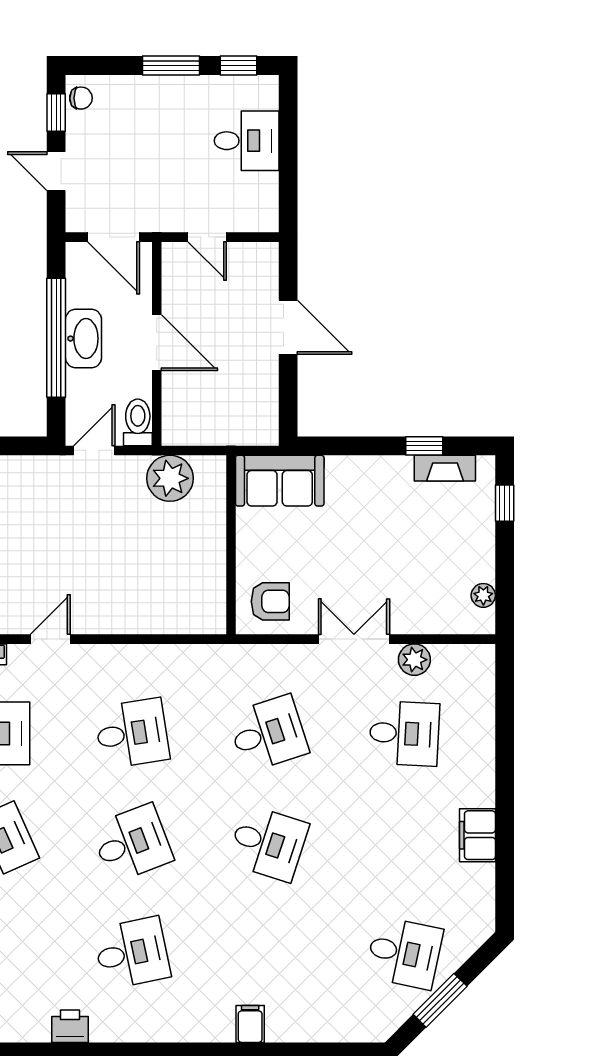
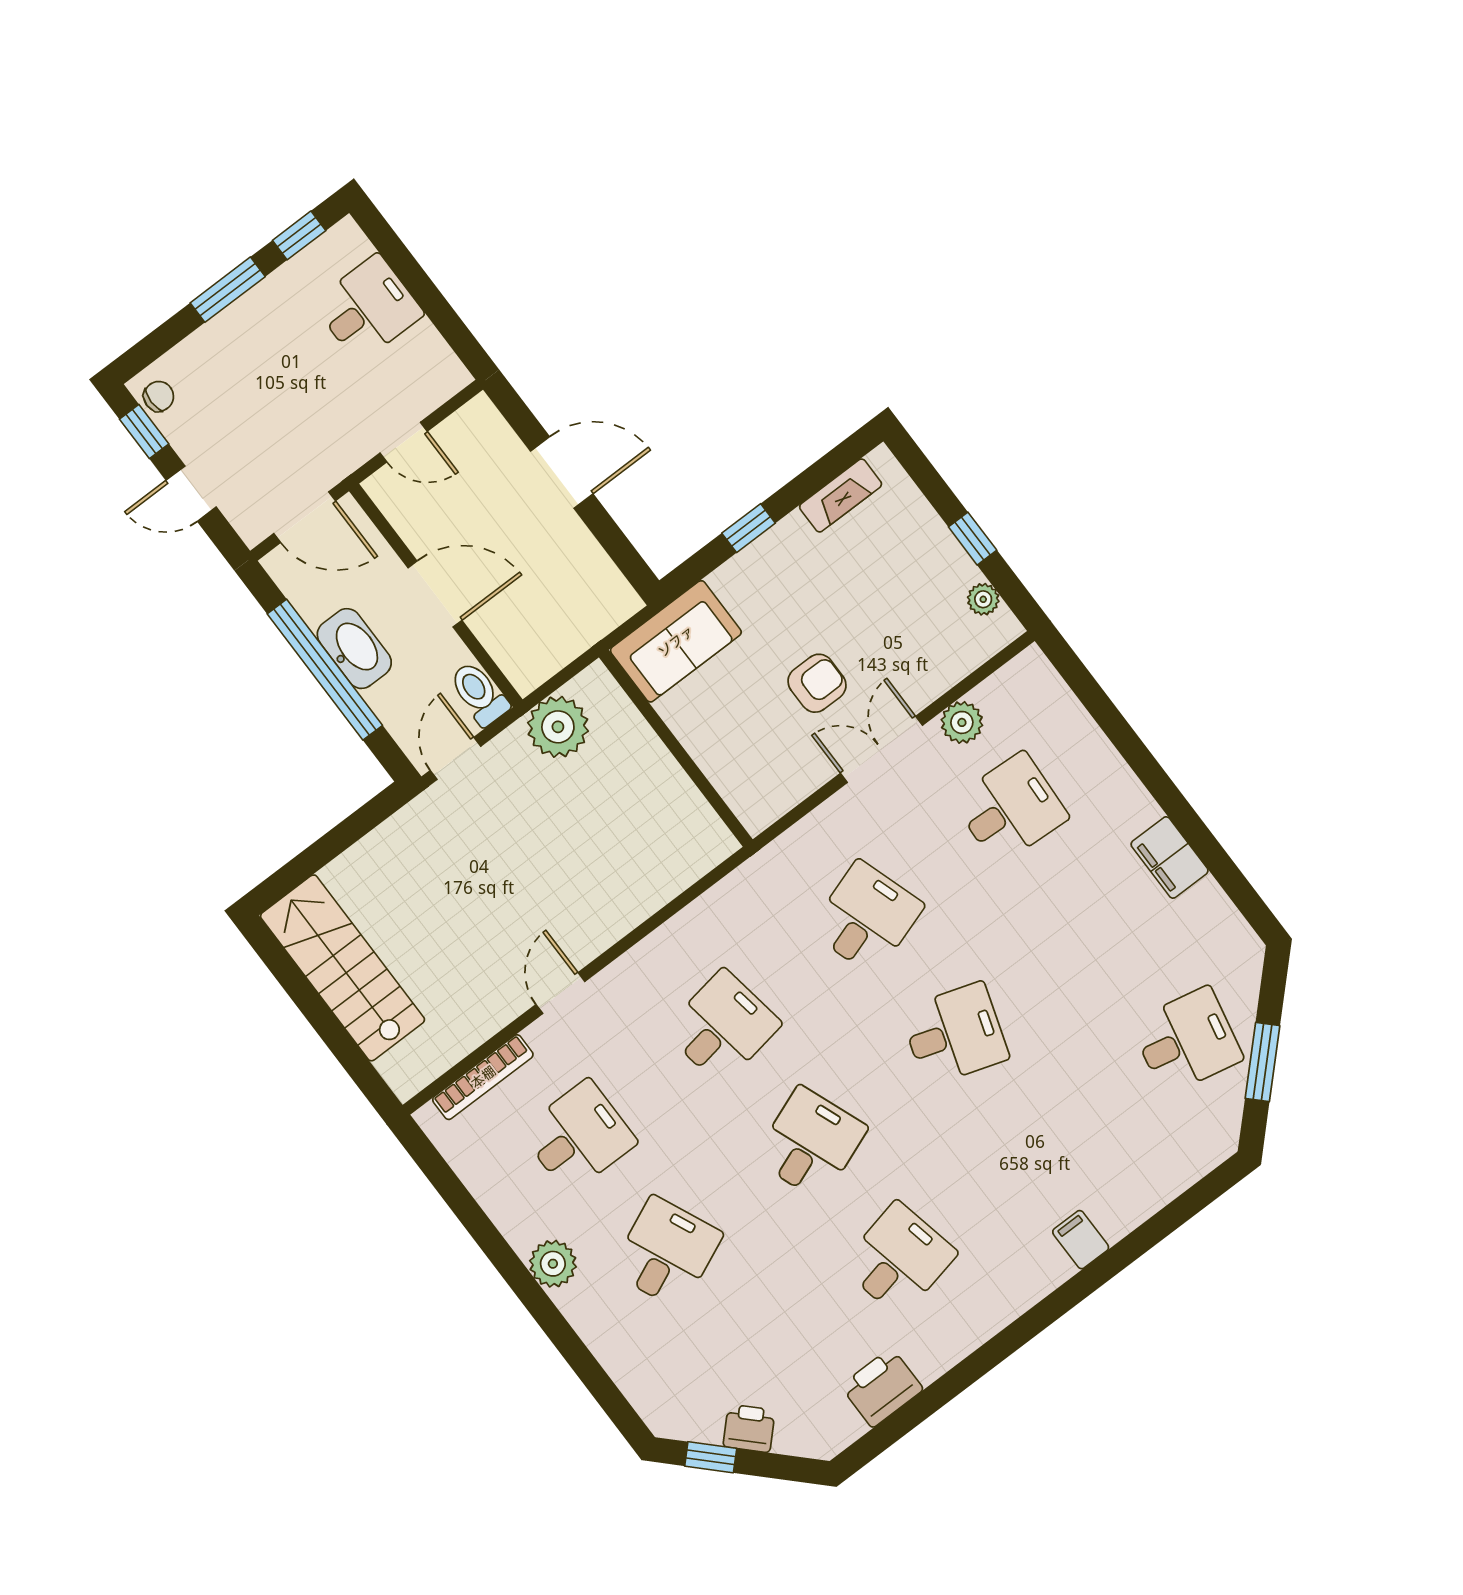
window: (424, 446) -> (749, 528), moved
window: (505, 503) -> (973, 539), moved
armchair: (270, 601) -> (817, 683), moved
printer: (70, 1026) -> (882, 1388), width x1.36, depth x1.24

